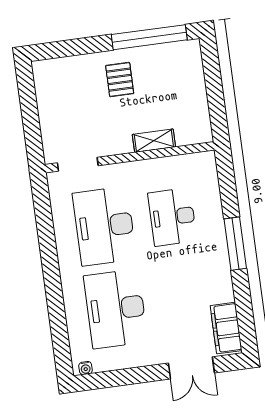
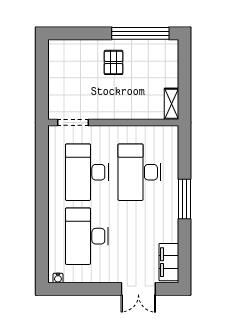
shelving: (154, 141) -> (171, 104), moved, turned 90
desk: (172, 217) -> (139, 172), width x1.36, depth x1.30

